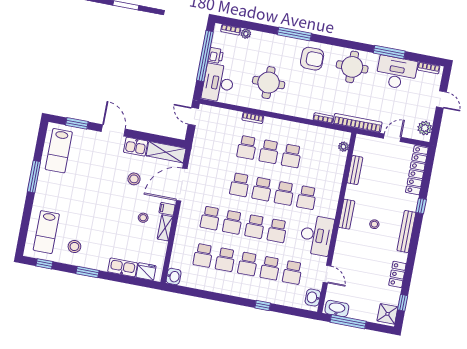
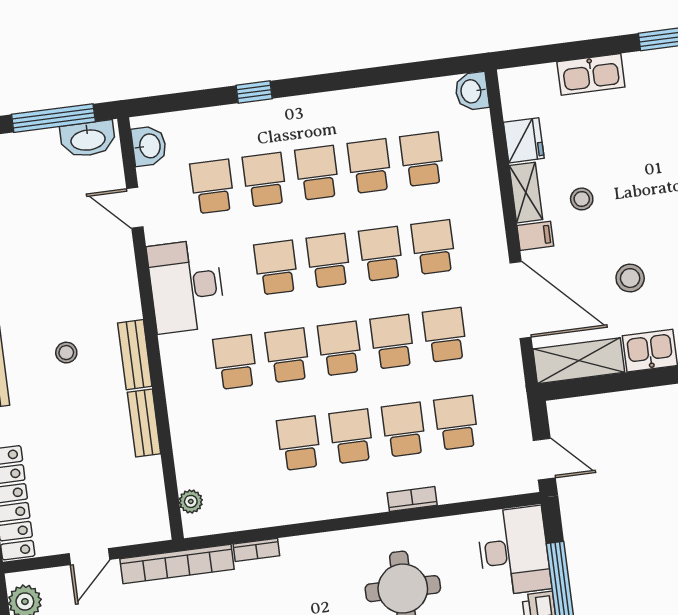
school desk: (224, 143) -> (456, 423), added
bench: (355, 170) -> (144, 423), moved
school desk: (217, 181) -> (445, 335), added
door: (182, 185) -> (521, 300), hinge flipped
fridge: (146, 271) -> (524, 140), moved, turned -90

